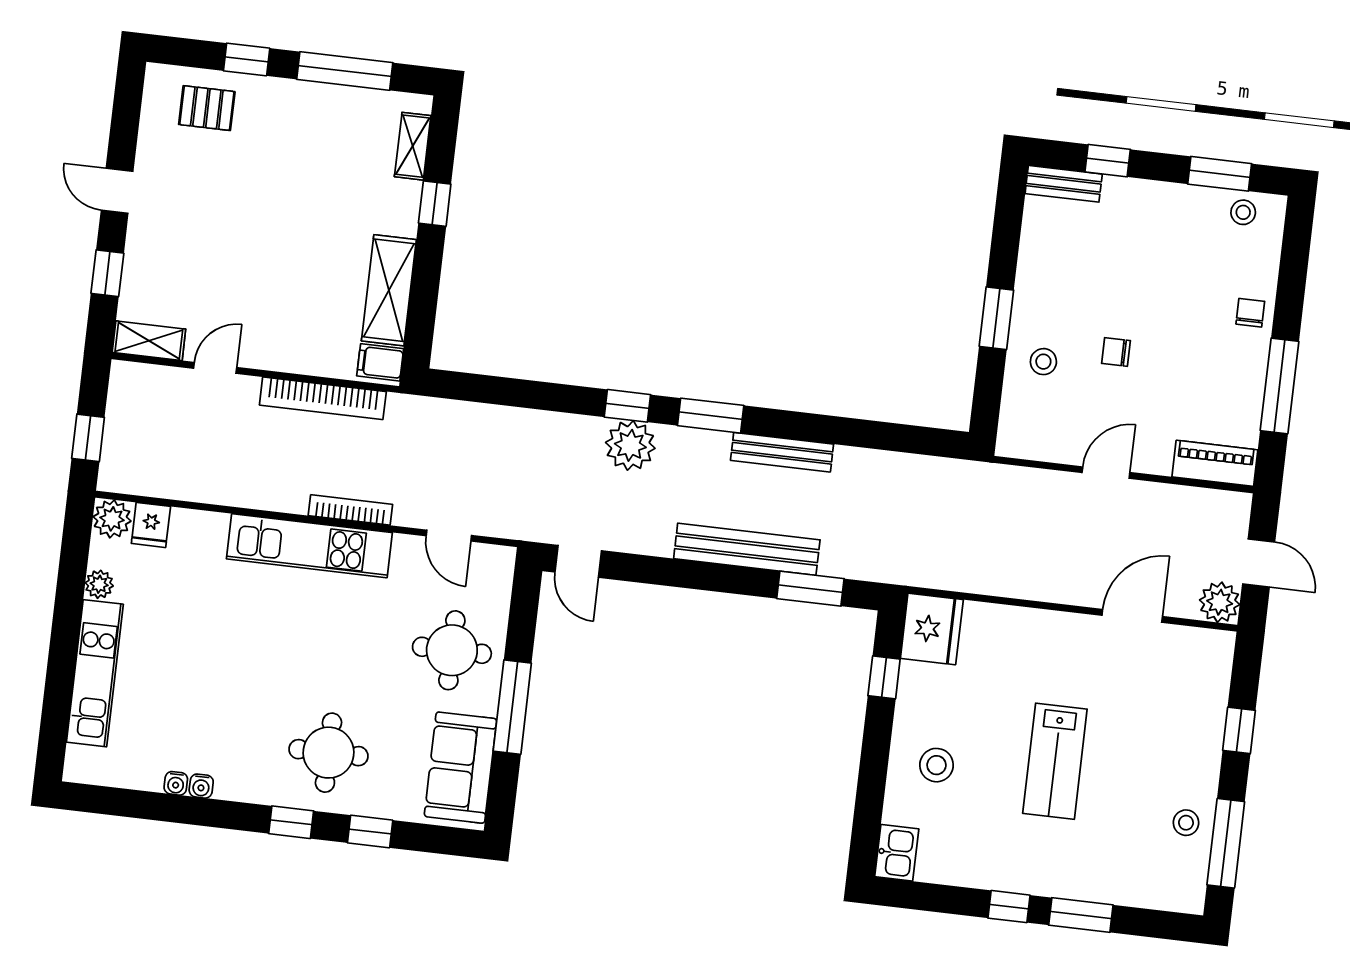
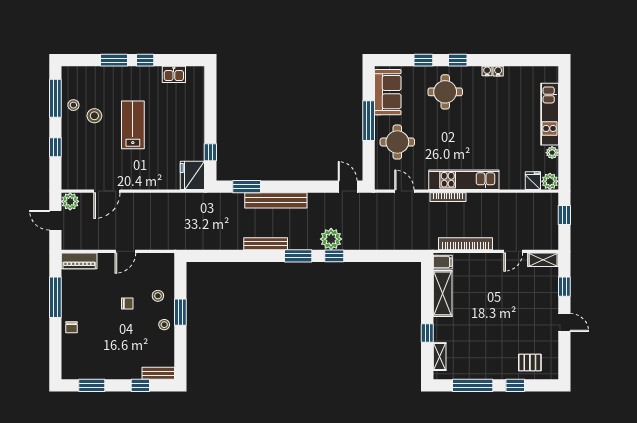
stool: (1243, 212) -> (164, 325), moved
stool: (937, 765) -> (94, 116), moved
water cooler: (176, 783) -> (487, 71), moved
kitchen sink: (897, 853) -> (174, 74), moved, turned -90

